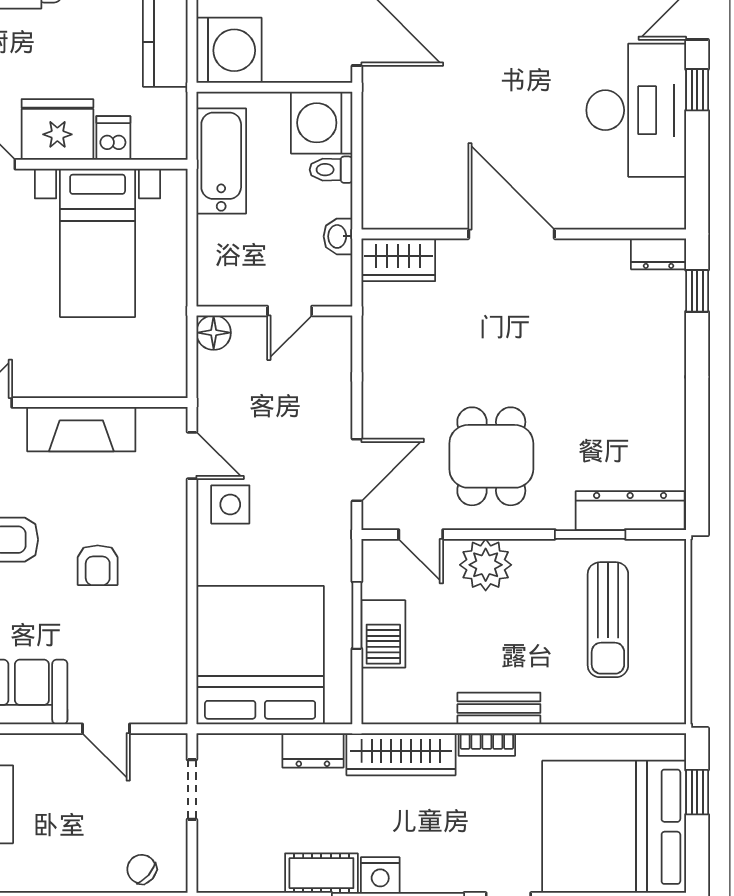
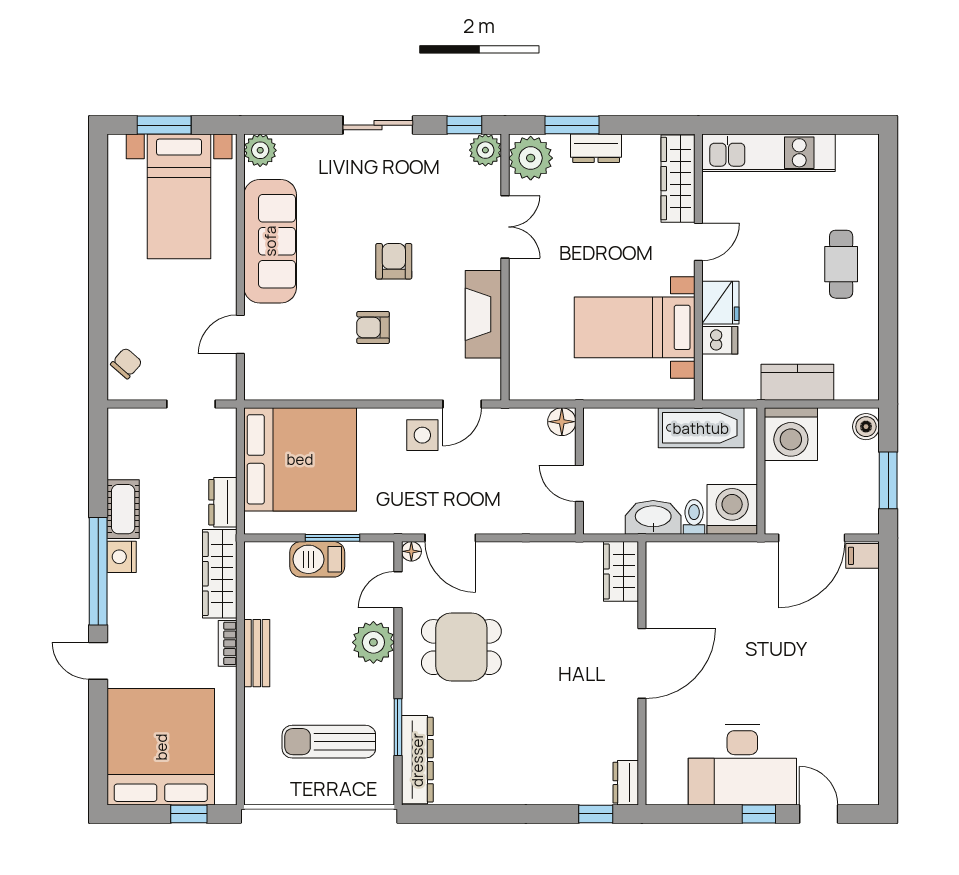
fridge: (57, 130) -> (720, 303), width x0.73, depth x0.75
washbasin: (338, 236) -> (653, 517), width x1.91, depth x1.45
floor lamp: (373, 518) -> (411, 551), added

